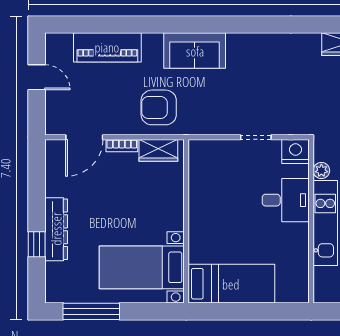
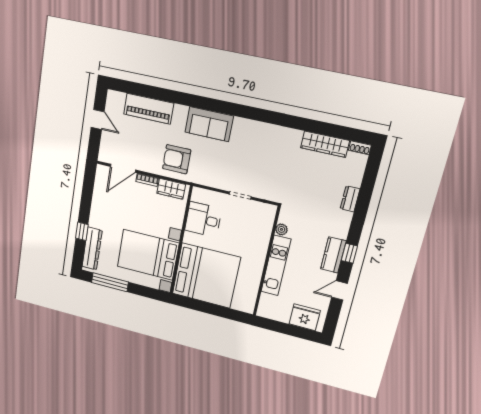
nightstand: (296, 151) -> (266, 212), removed
desk: (286, 200) -> (203, 220), moved, turned 180
dresser: (56, 229) -> (92, 249), moved
bed with nightstands: (142, 267) -> (148, 255), width x1.36
bed: (231, 284) -> (206, 276), width x2.04

